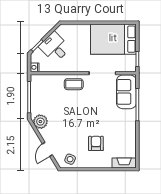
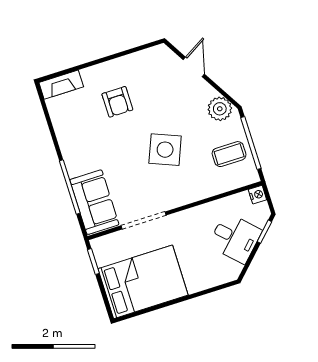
coffee table: (74, 84) -> (229, 154), moved
side table: (70, 159) -> (165, 150), moved, width x1.87, depth x1.87

